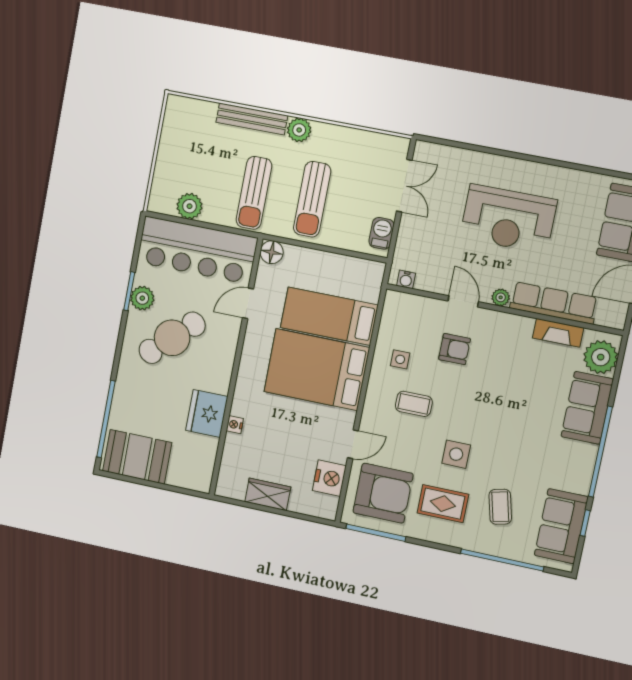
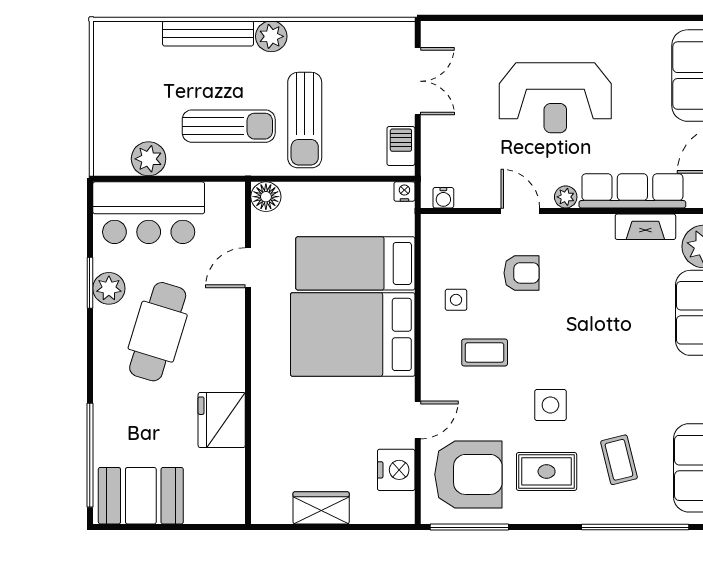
sun lounger: (254, 193) -> (229, 126), turned -90
bar counter: (197, 250) -> (149, 213), width x0.73
cafe table: (172, 338) -> (158, 332), turned -30
nightstand: (235, 425) -> (404, 192), moved, turned 90

